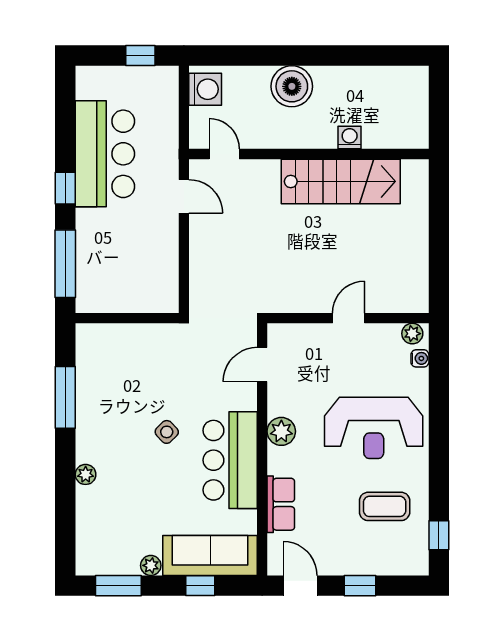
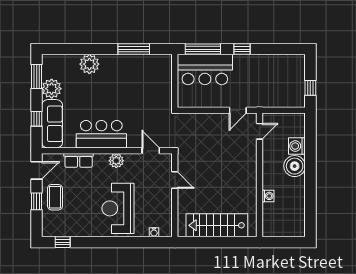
washing machine: (205, 89) -> (297, 146), moved, turned 90
bar counter: (105, 154) -> (205, 70), moved
stairs: (341, 181) -> (217, 225), moved, turned 90
door: (349, 318) -> (175, 180), moved
plant: (412, 334) -> (167, 228), removed
side table: (167, 432) -> (116, 101), removed
plant: (86, 474) -> (89, 64), width x1.87, depth x1.87
coffee table: (385, 506) -> (55, 197), moved
plant: (151, 565) -> (52, 89), width x1.87, depth x1.87

